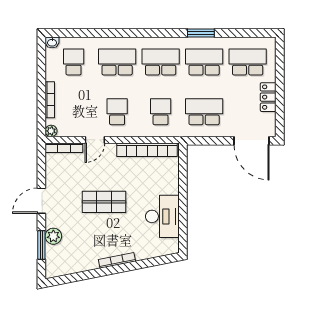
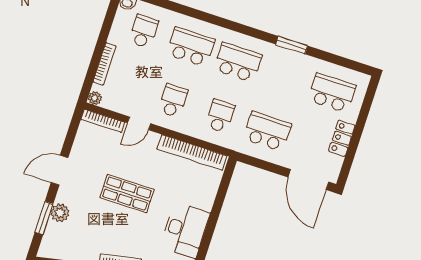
school desk: (204, 62) -> (285, 78), removed

